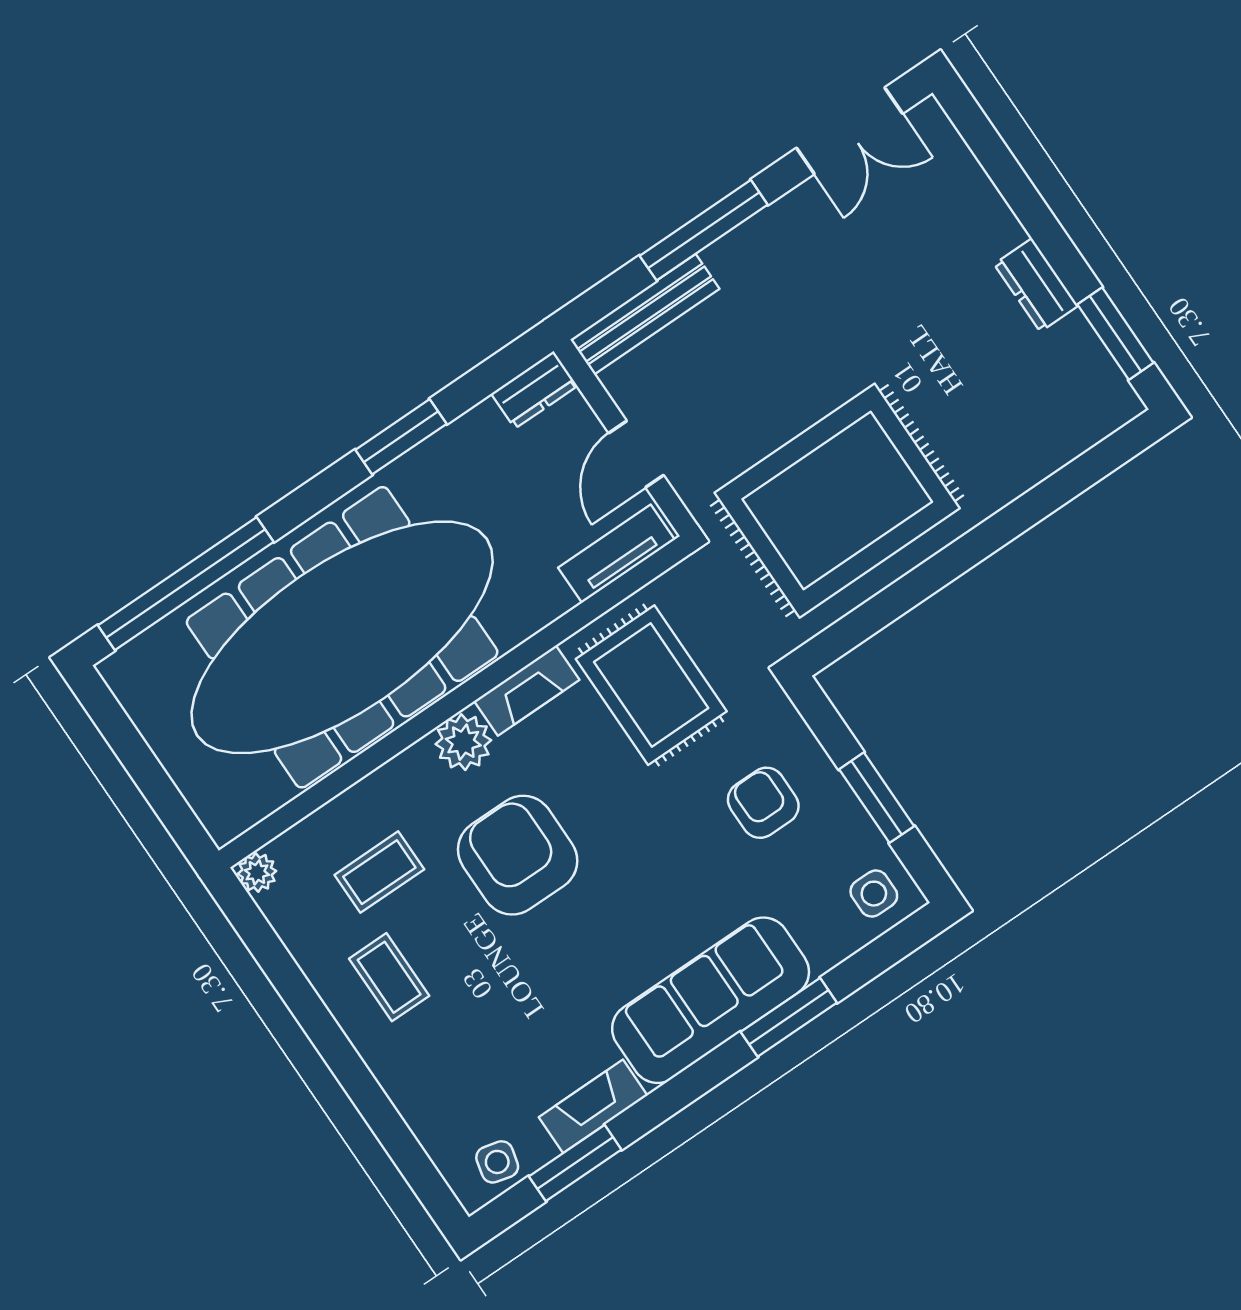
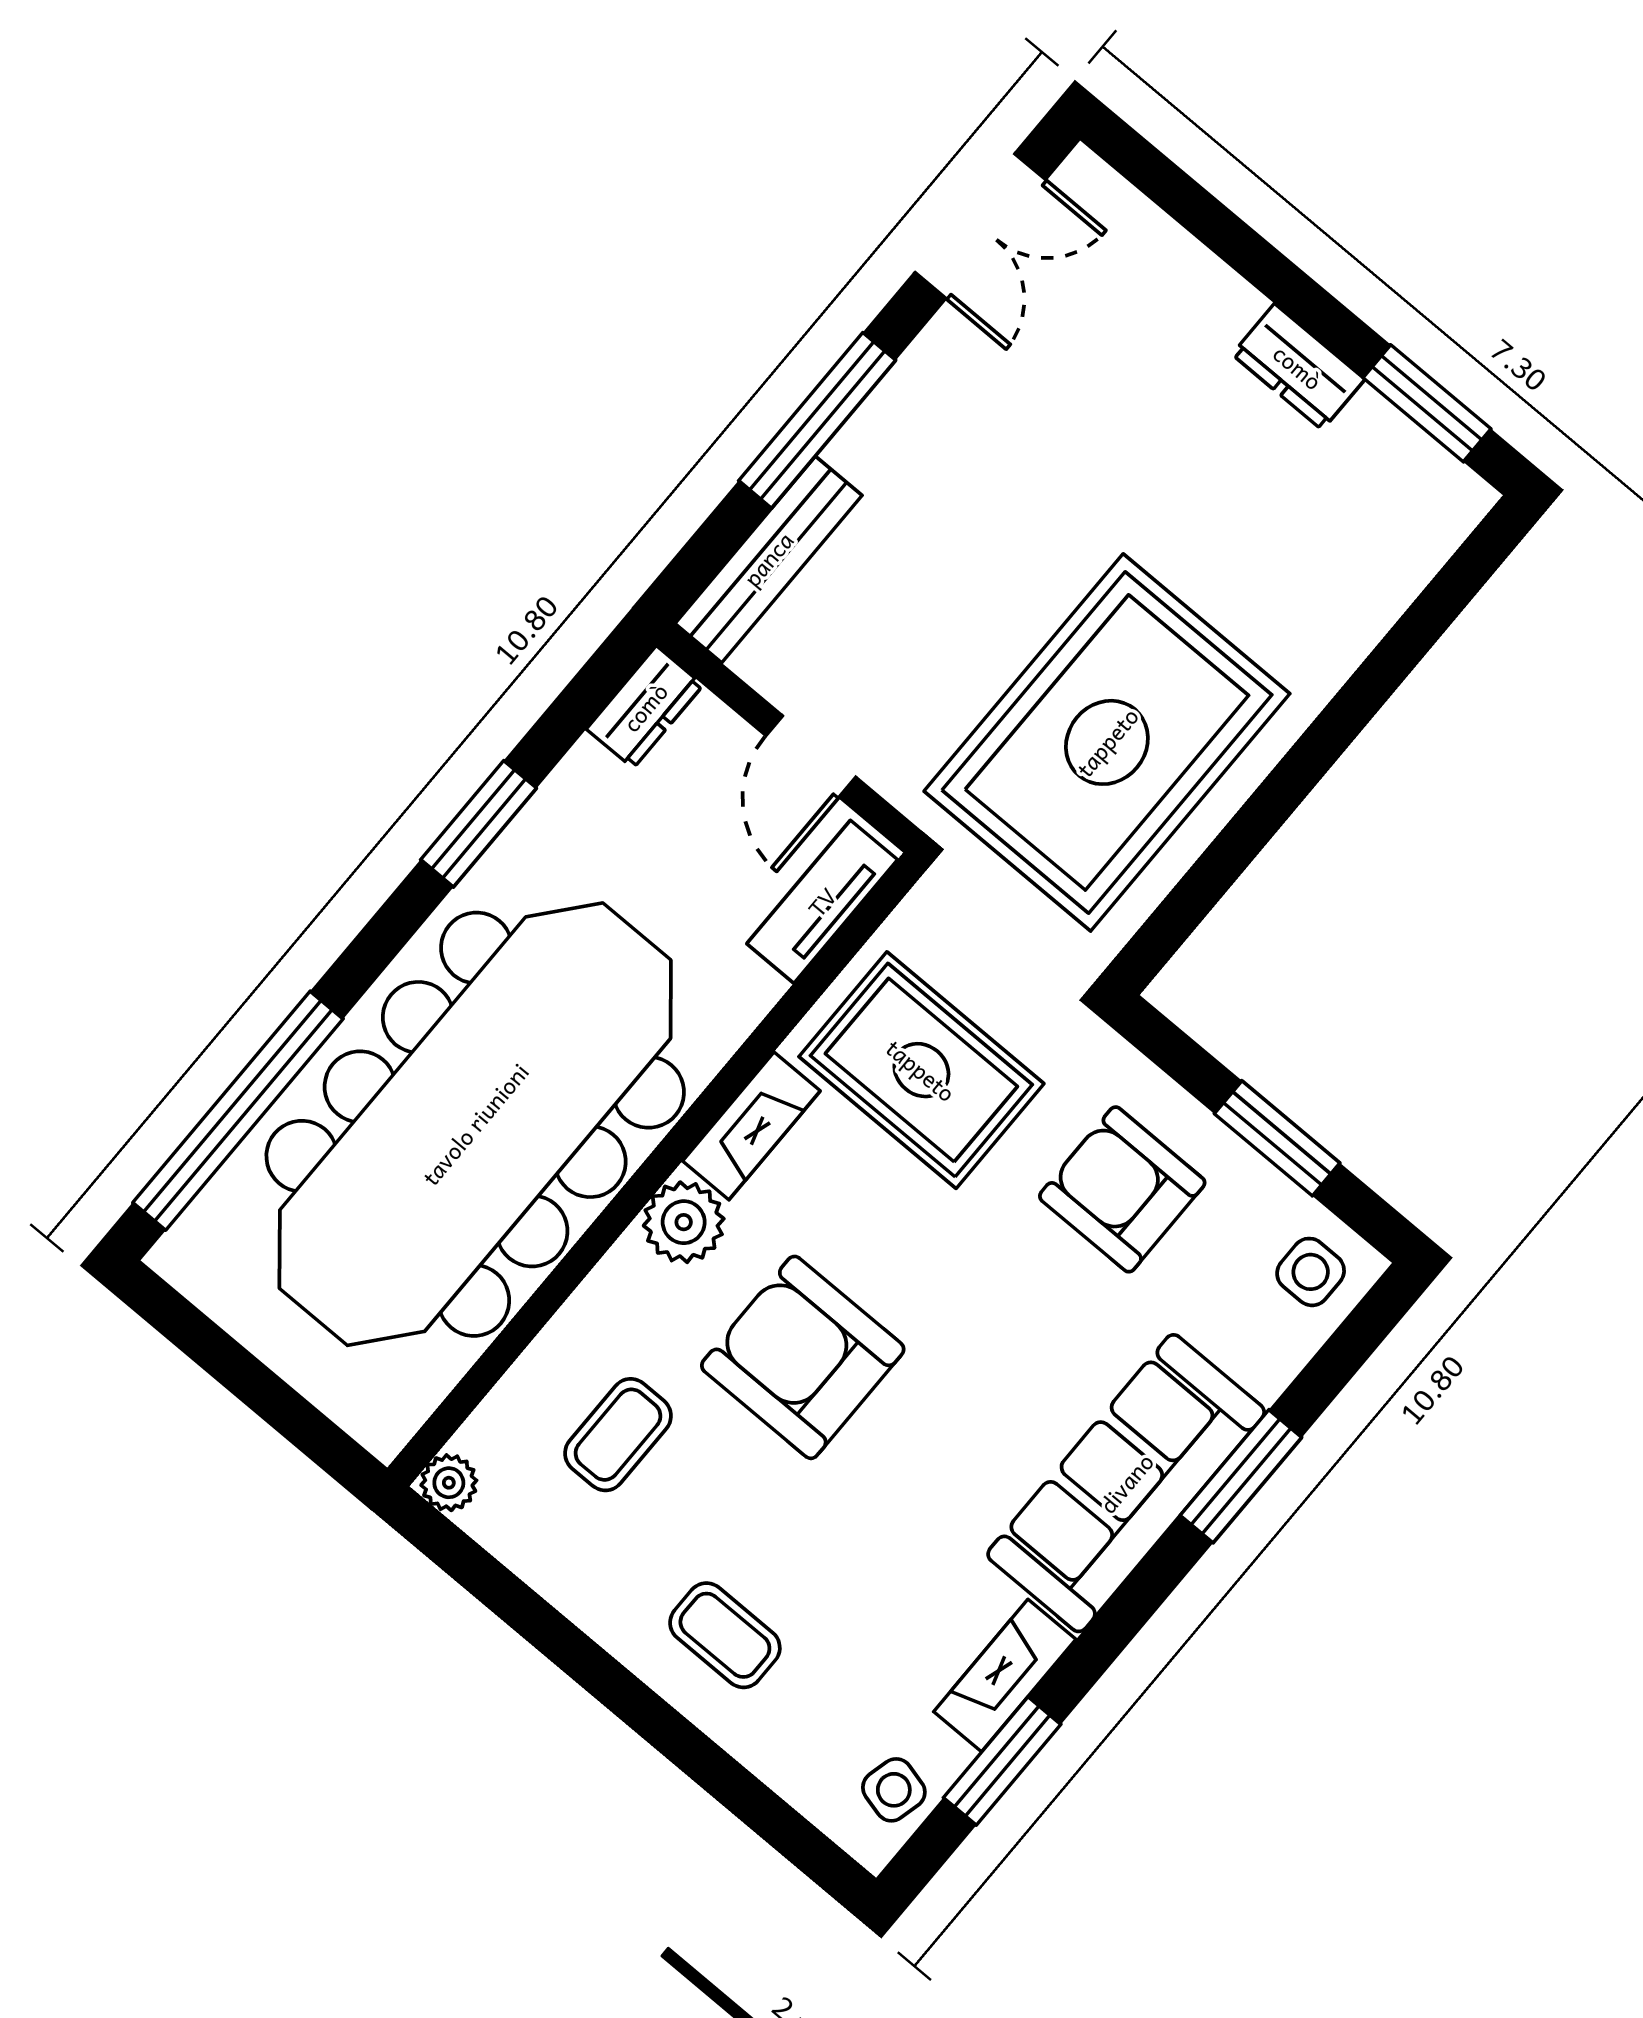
armchair: (763, 803) -> (1122, 1189), width x1.38, depth x1.38
coffee table: (389, 977) -> (725, 1635), moved

